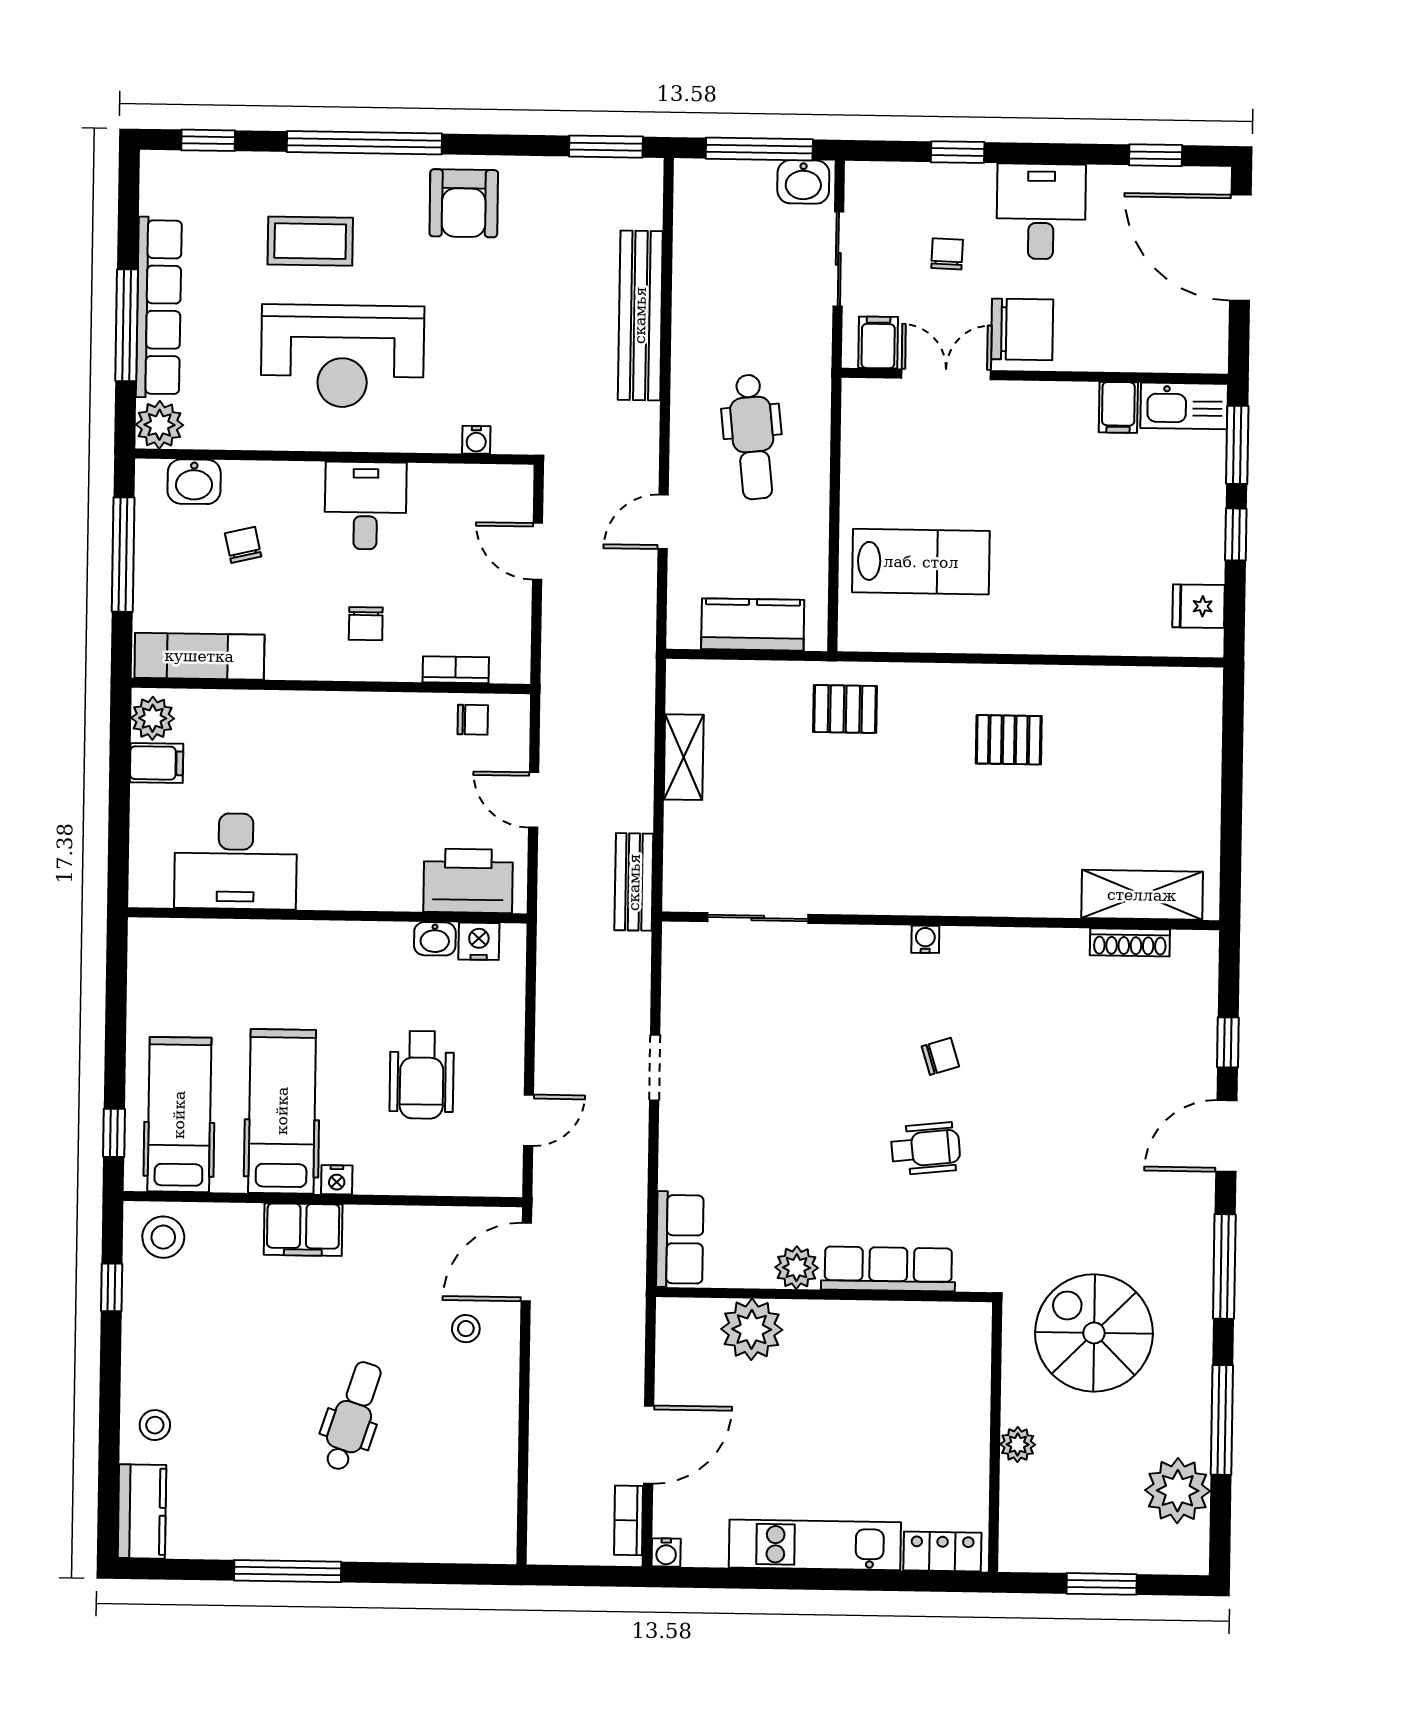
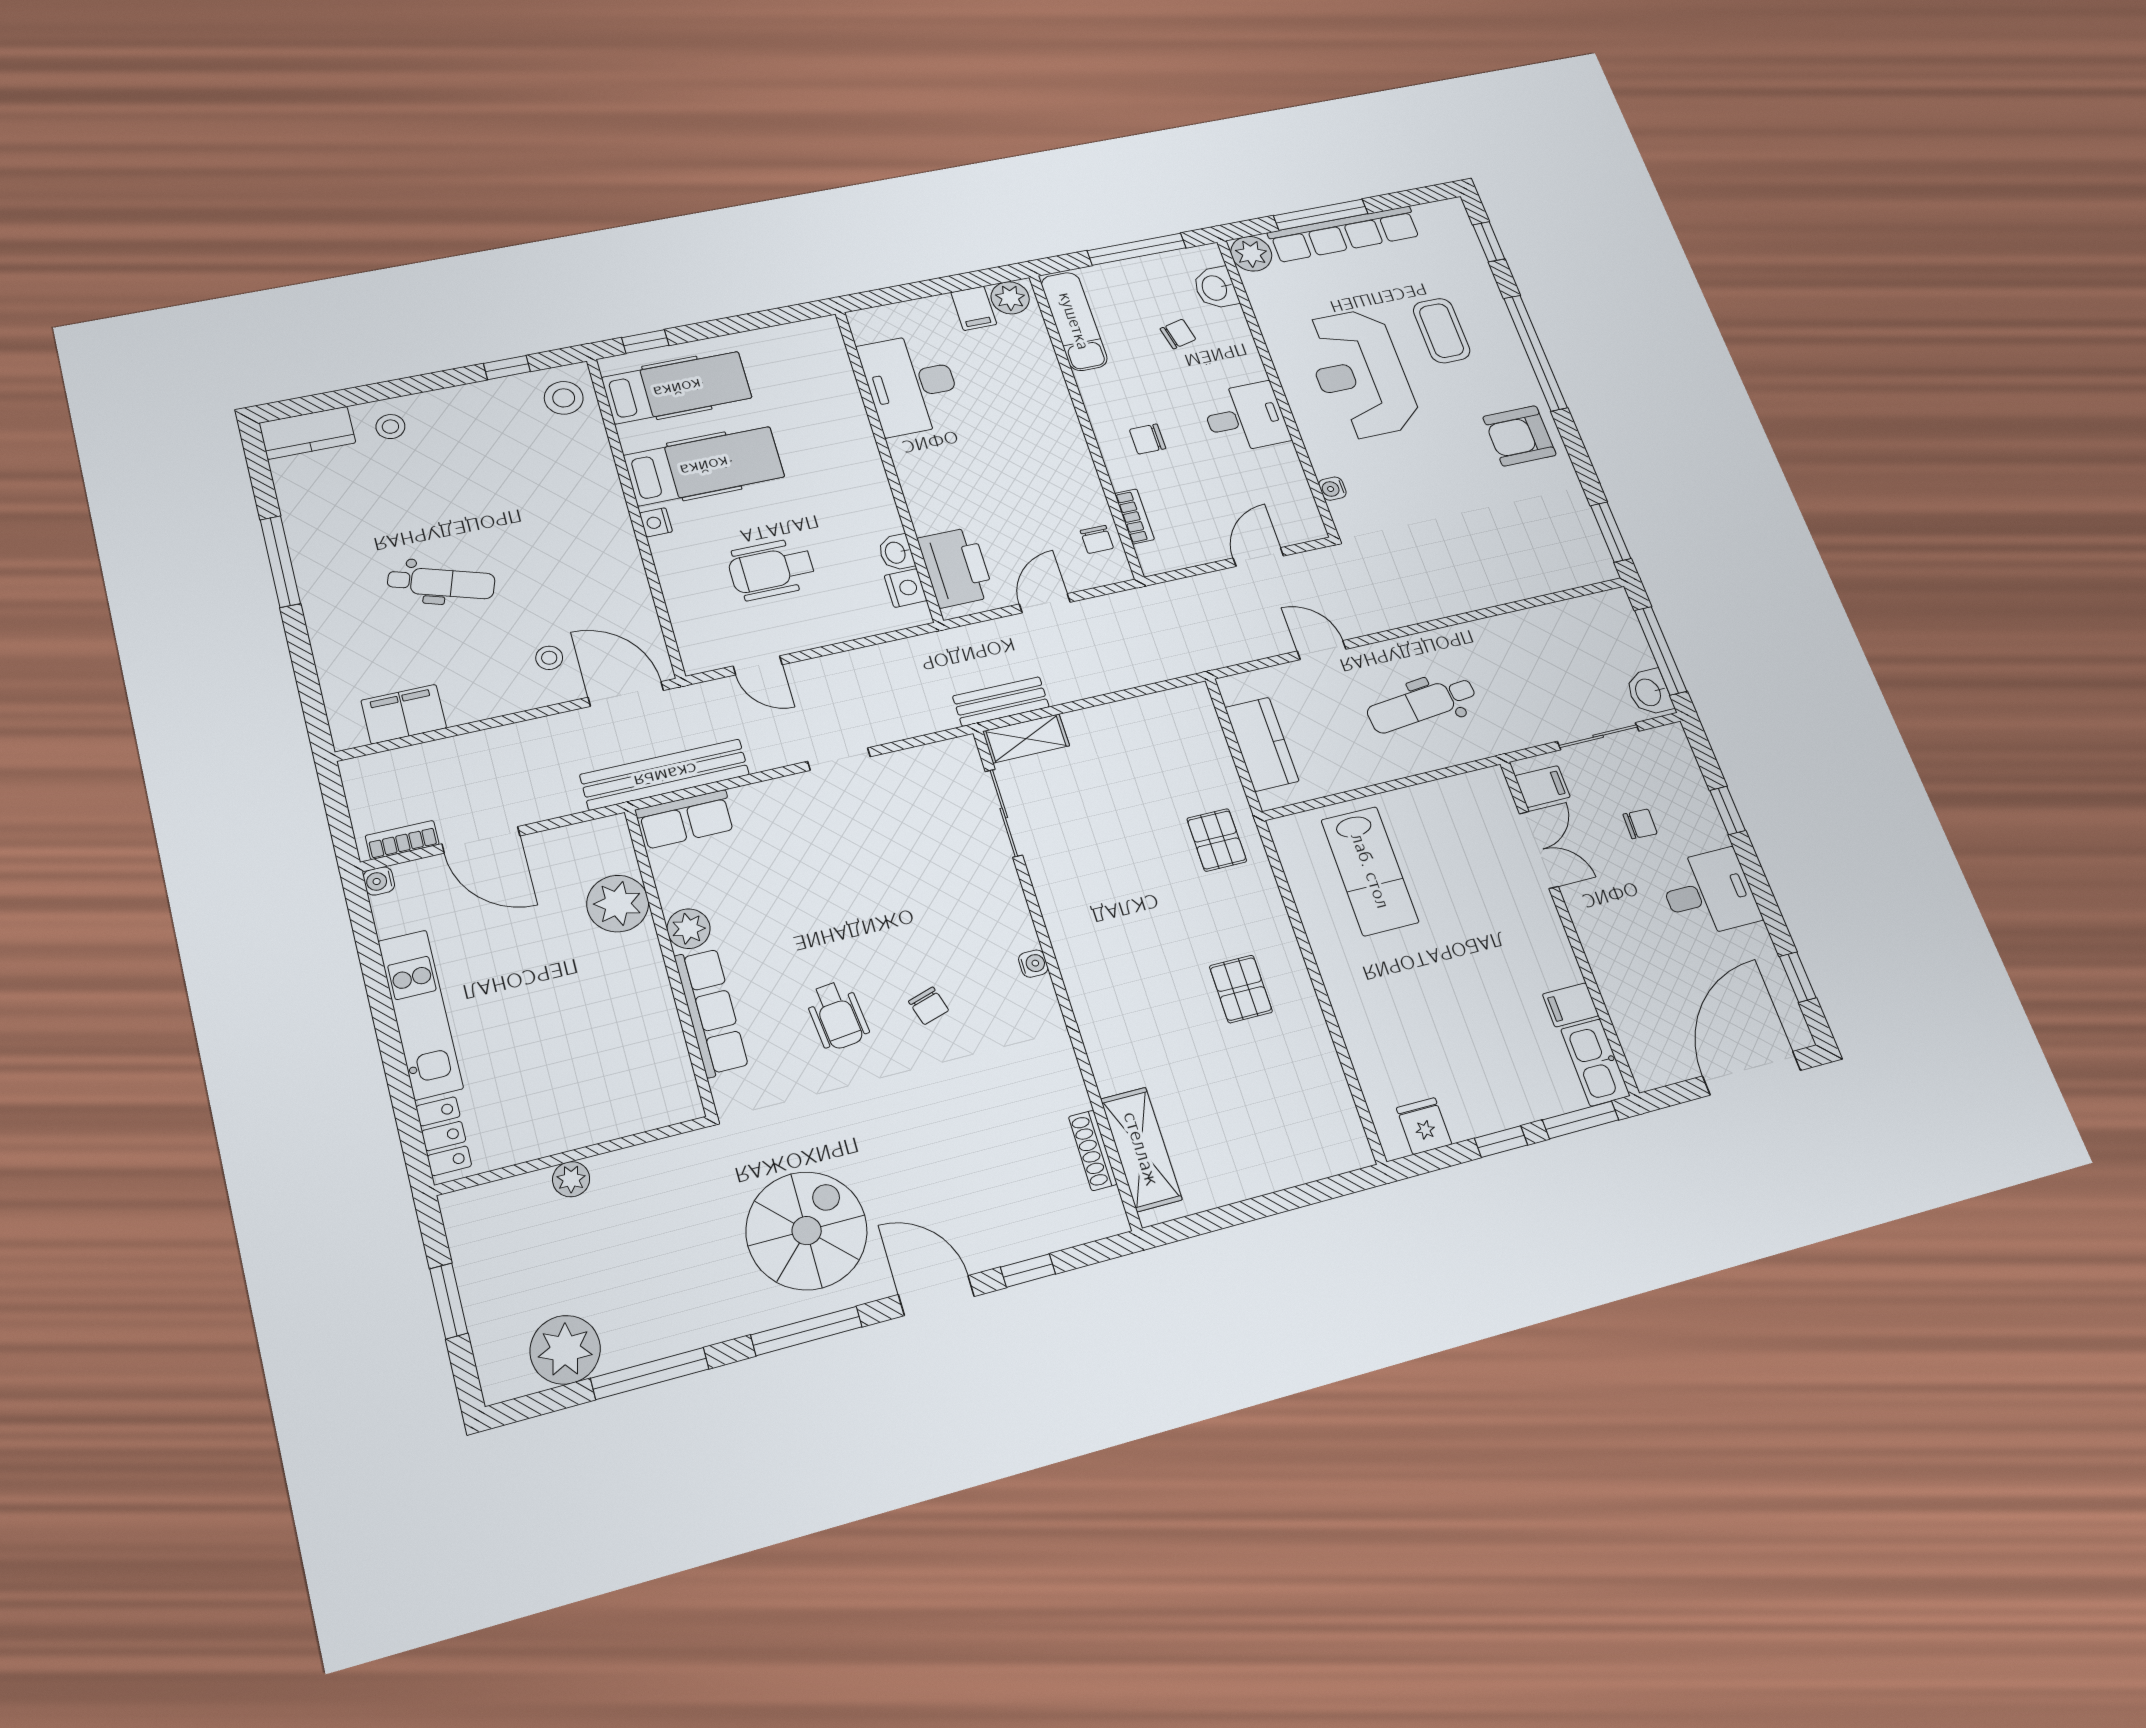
bench: (640, 315) -> (665, 775), moved
chair: (1022, 329) -> (1603, 904), removed
shelving: (684, 757) -> (1026, 738), moved
filing cabinet: (303, 1230) -> (404, 714), moved, turned 90
spiral stairs: (1094, 1333) -> (807, 1231), moved

